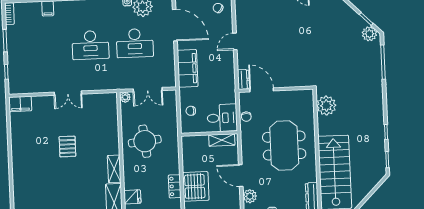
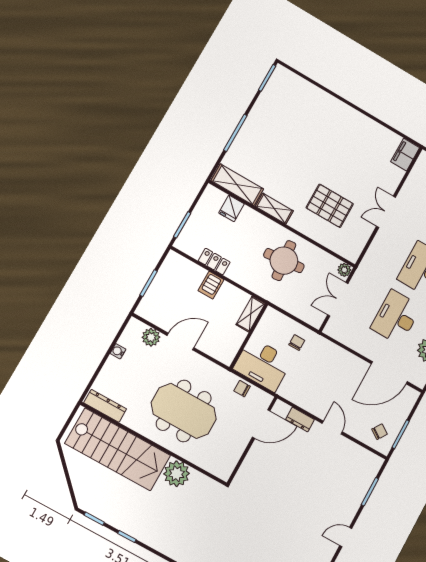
filing cabinet: (188, 68) -> (334, 357), removed
dresser: (243, 79) -> (300, 420), moved
plant: (326, 106) -> (177, 474), moved
chair: (191, 111) -> (297, 343), moved
desk: (222, 118) -> (263, 364), width x1.37
shelving: (222, 140) -> (251, 314), moved
pallet: (67, 146) -> (330, 206), moved, width x1.50, depth x1.42
server rack: (196, 186) -> (211, 285), width x0.46, depth x0.70

